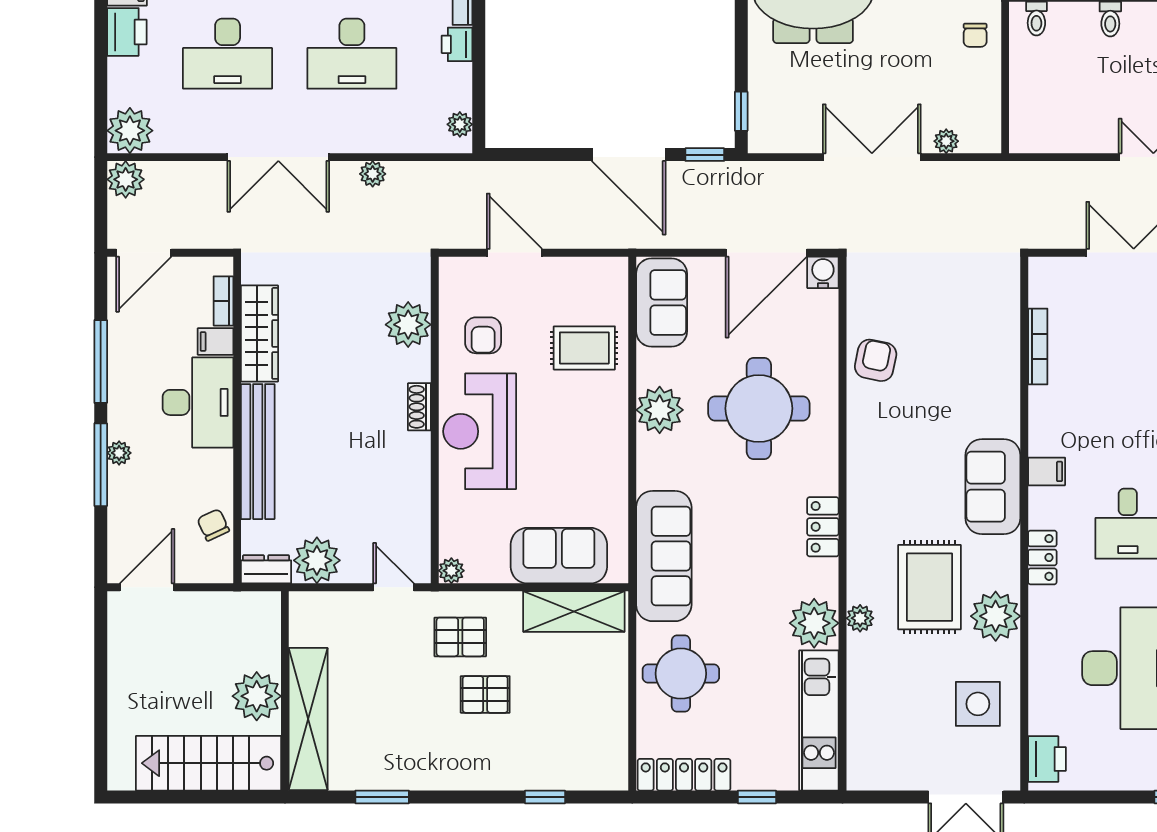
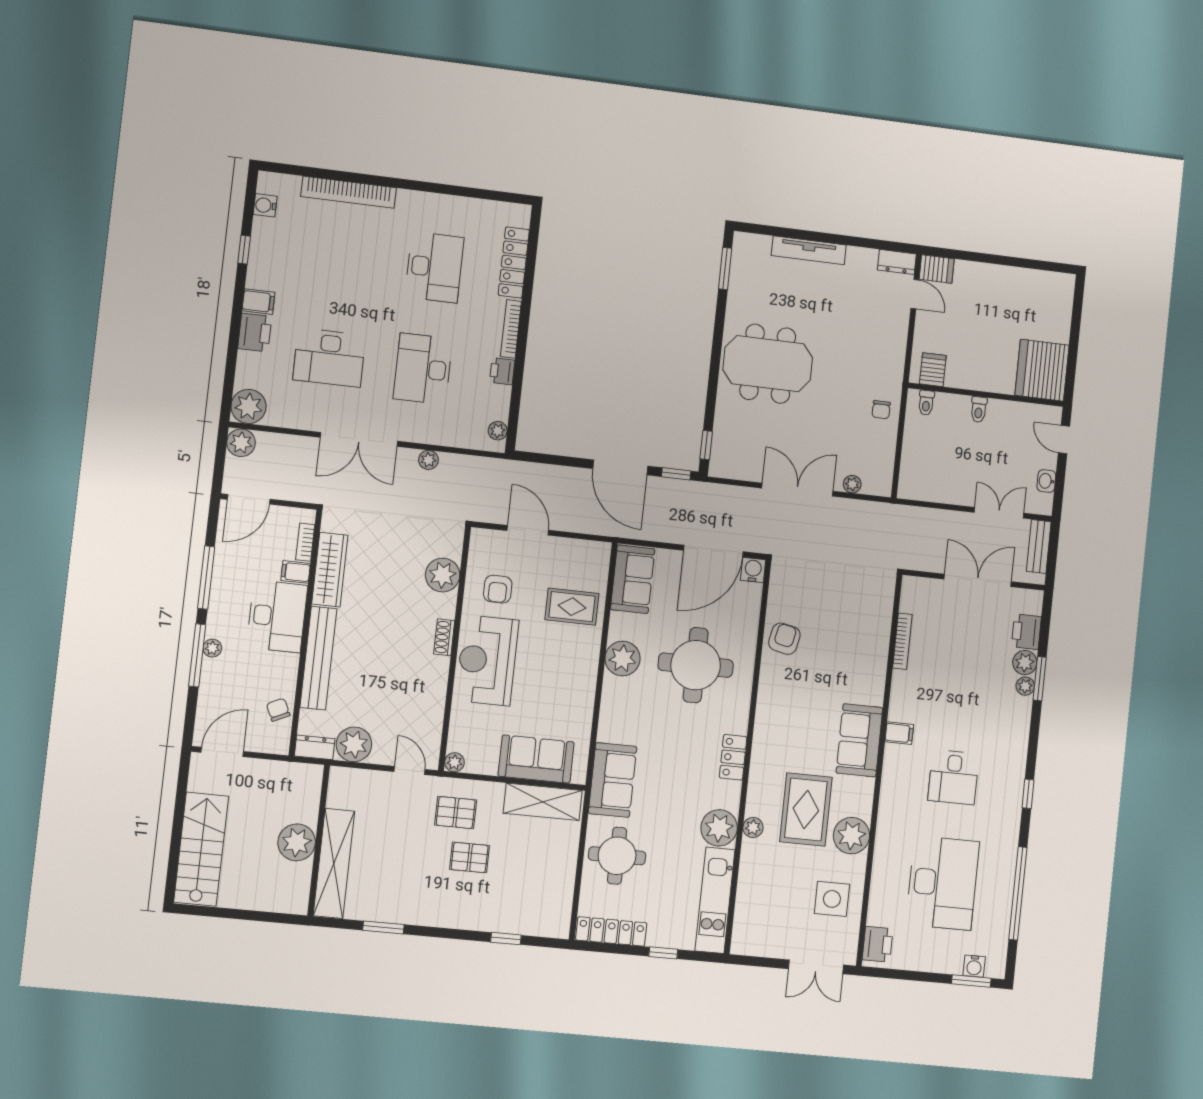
desk: (352, 54) -> (423, 369), turned 90
sofa: (664, 556) -> (613, 780), width x0.73
locker: (1042, 557) -> (890, 796), removed
stairs: (209, 763) -> (201, 849), moved, turned 90

